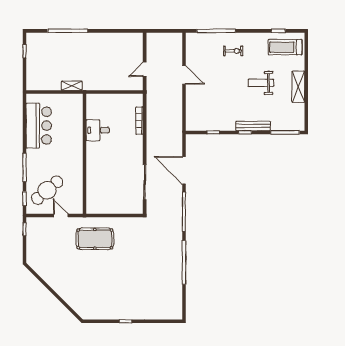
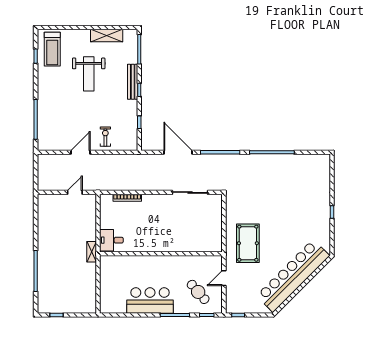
exercise bike: (233, 51) -> (105, 137), moved
door: (145, 69) -> (75, 192), swing flipped
weight bench: (261, 83) -> (89, 74), width x1.36, depth x1.33
shelving: (72, 86) -> (92, 252), moved
shelving: (298, 87) -> (107, 36), moved
bar counter: (39, 126) -> (150, 300), moved
desk: (98, 130) -> (111, 240), moved, turned 90
door: (184, 170) -> (178, 152), swing flipped
cafe table: (47, 190) -> (198, 292), width x0.73, depth x0.74
bar counter: (63, 283) -> (293, 276), added

